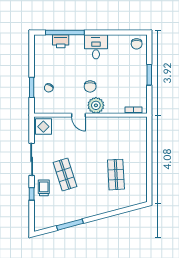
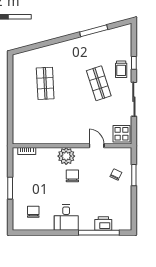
chair: (137, 44) -> (33, 212), moved
door: (79, 115) -> (97, 146), moved

